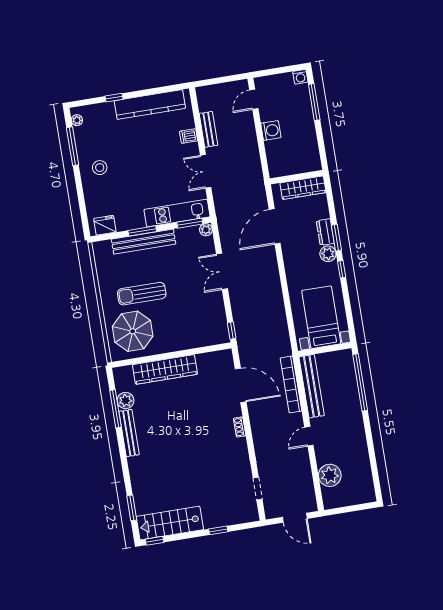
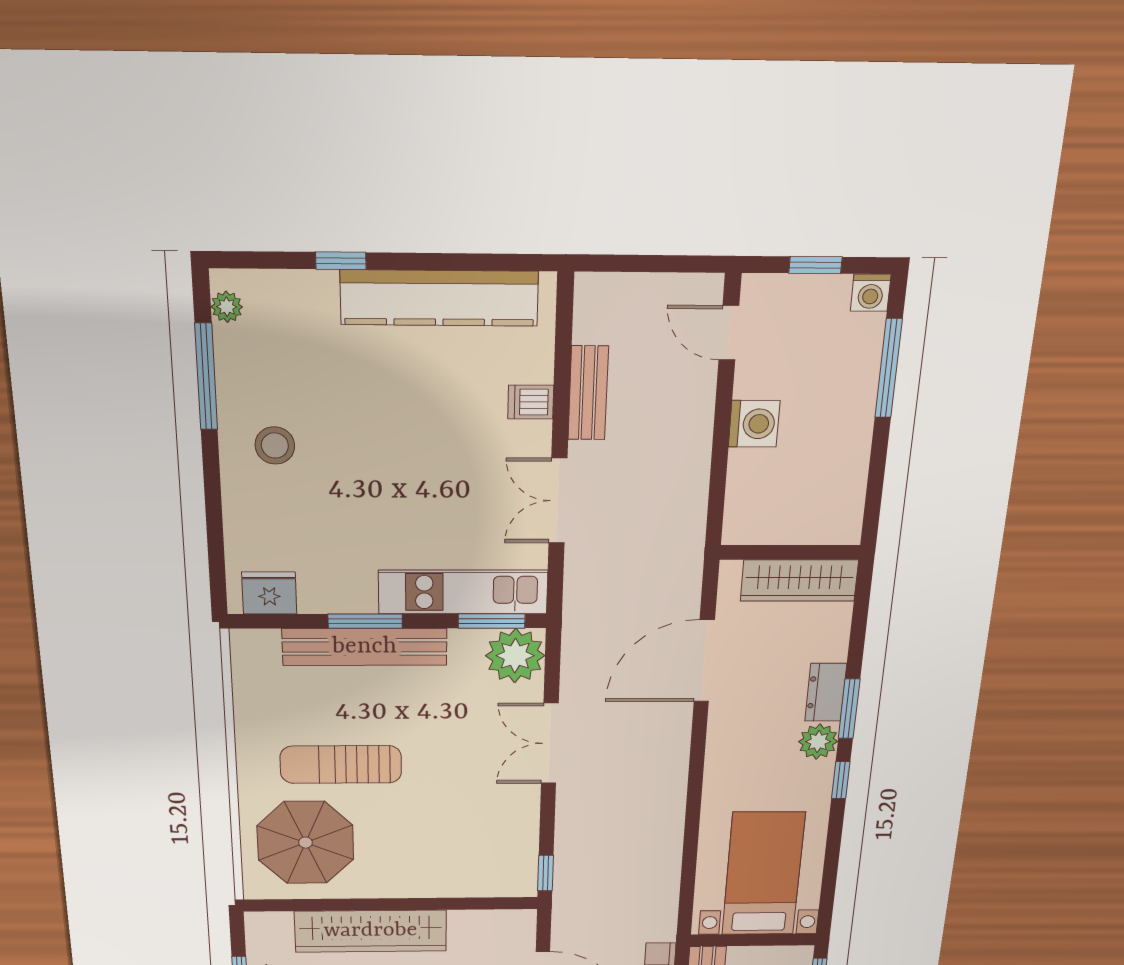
window: (278, 71) -> (815, 265), added
door: (254, 99) -> (729, 333), hinge flipped
plant: (206, 230) -> (515, 656), width x1.87, depth x1.87

